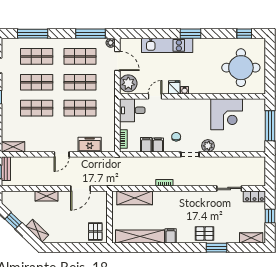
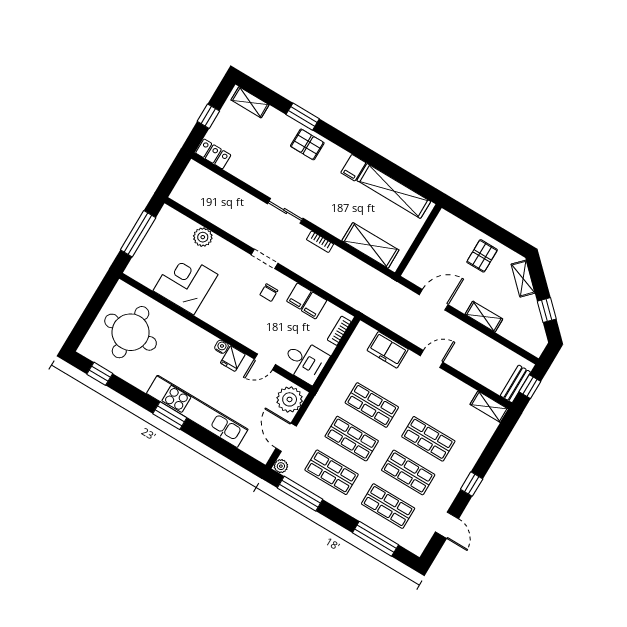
kitchen unit: (167, 45) -> (197, 411), width x1.36
plant: (208, 146) -> (203, 237), moved
sliding door: (229, 188) -> (285, 211), moved
pallet: (95, 231) -> (482, 256), moved

